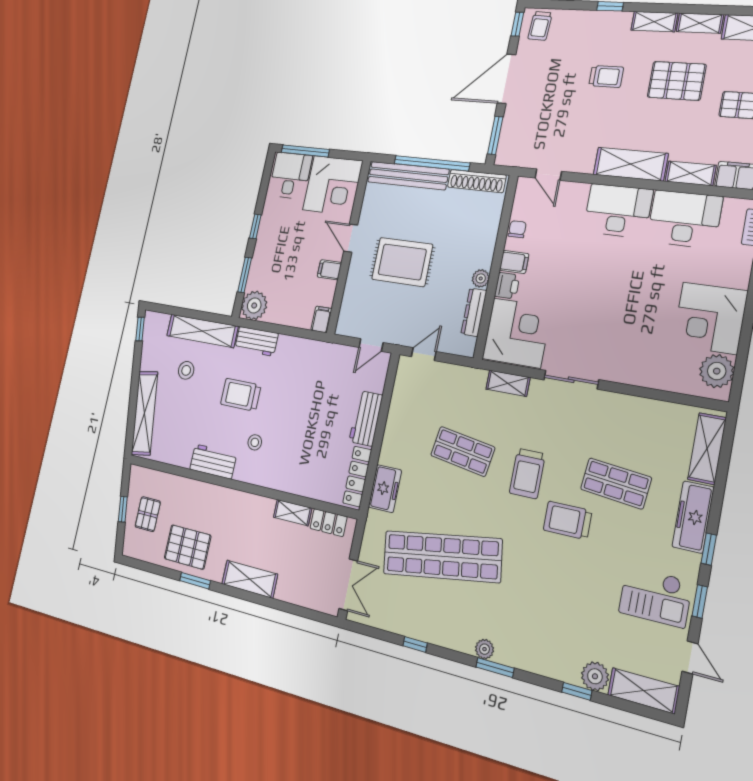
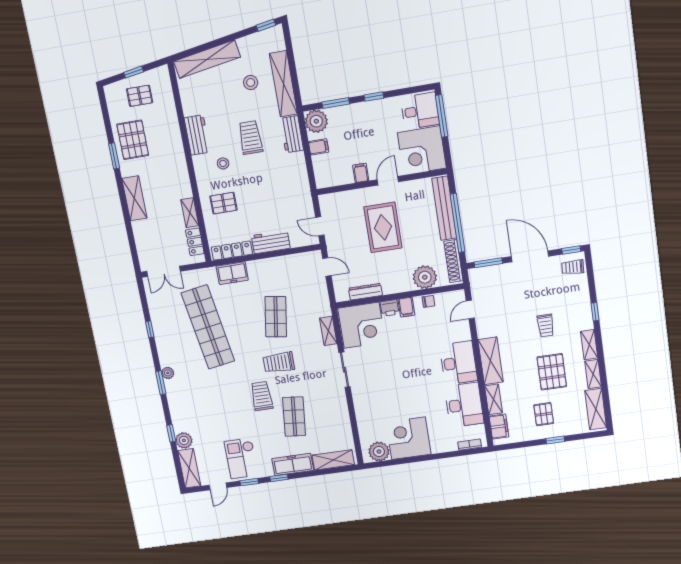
plant: (481, 278) -> (425, 277), moved, width x1.88, depth x1.88
filing cabinet: (321, 319) -> (319, 147), moved
pallet: (298, 462) -> (223, 203), added

